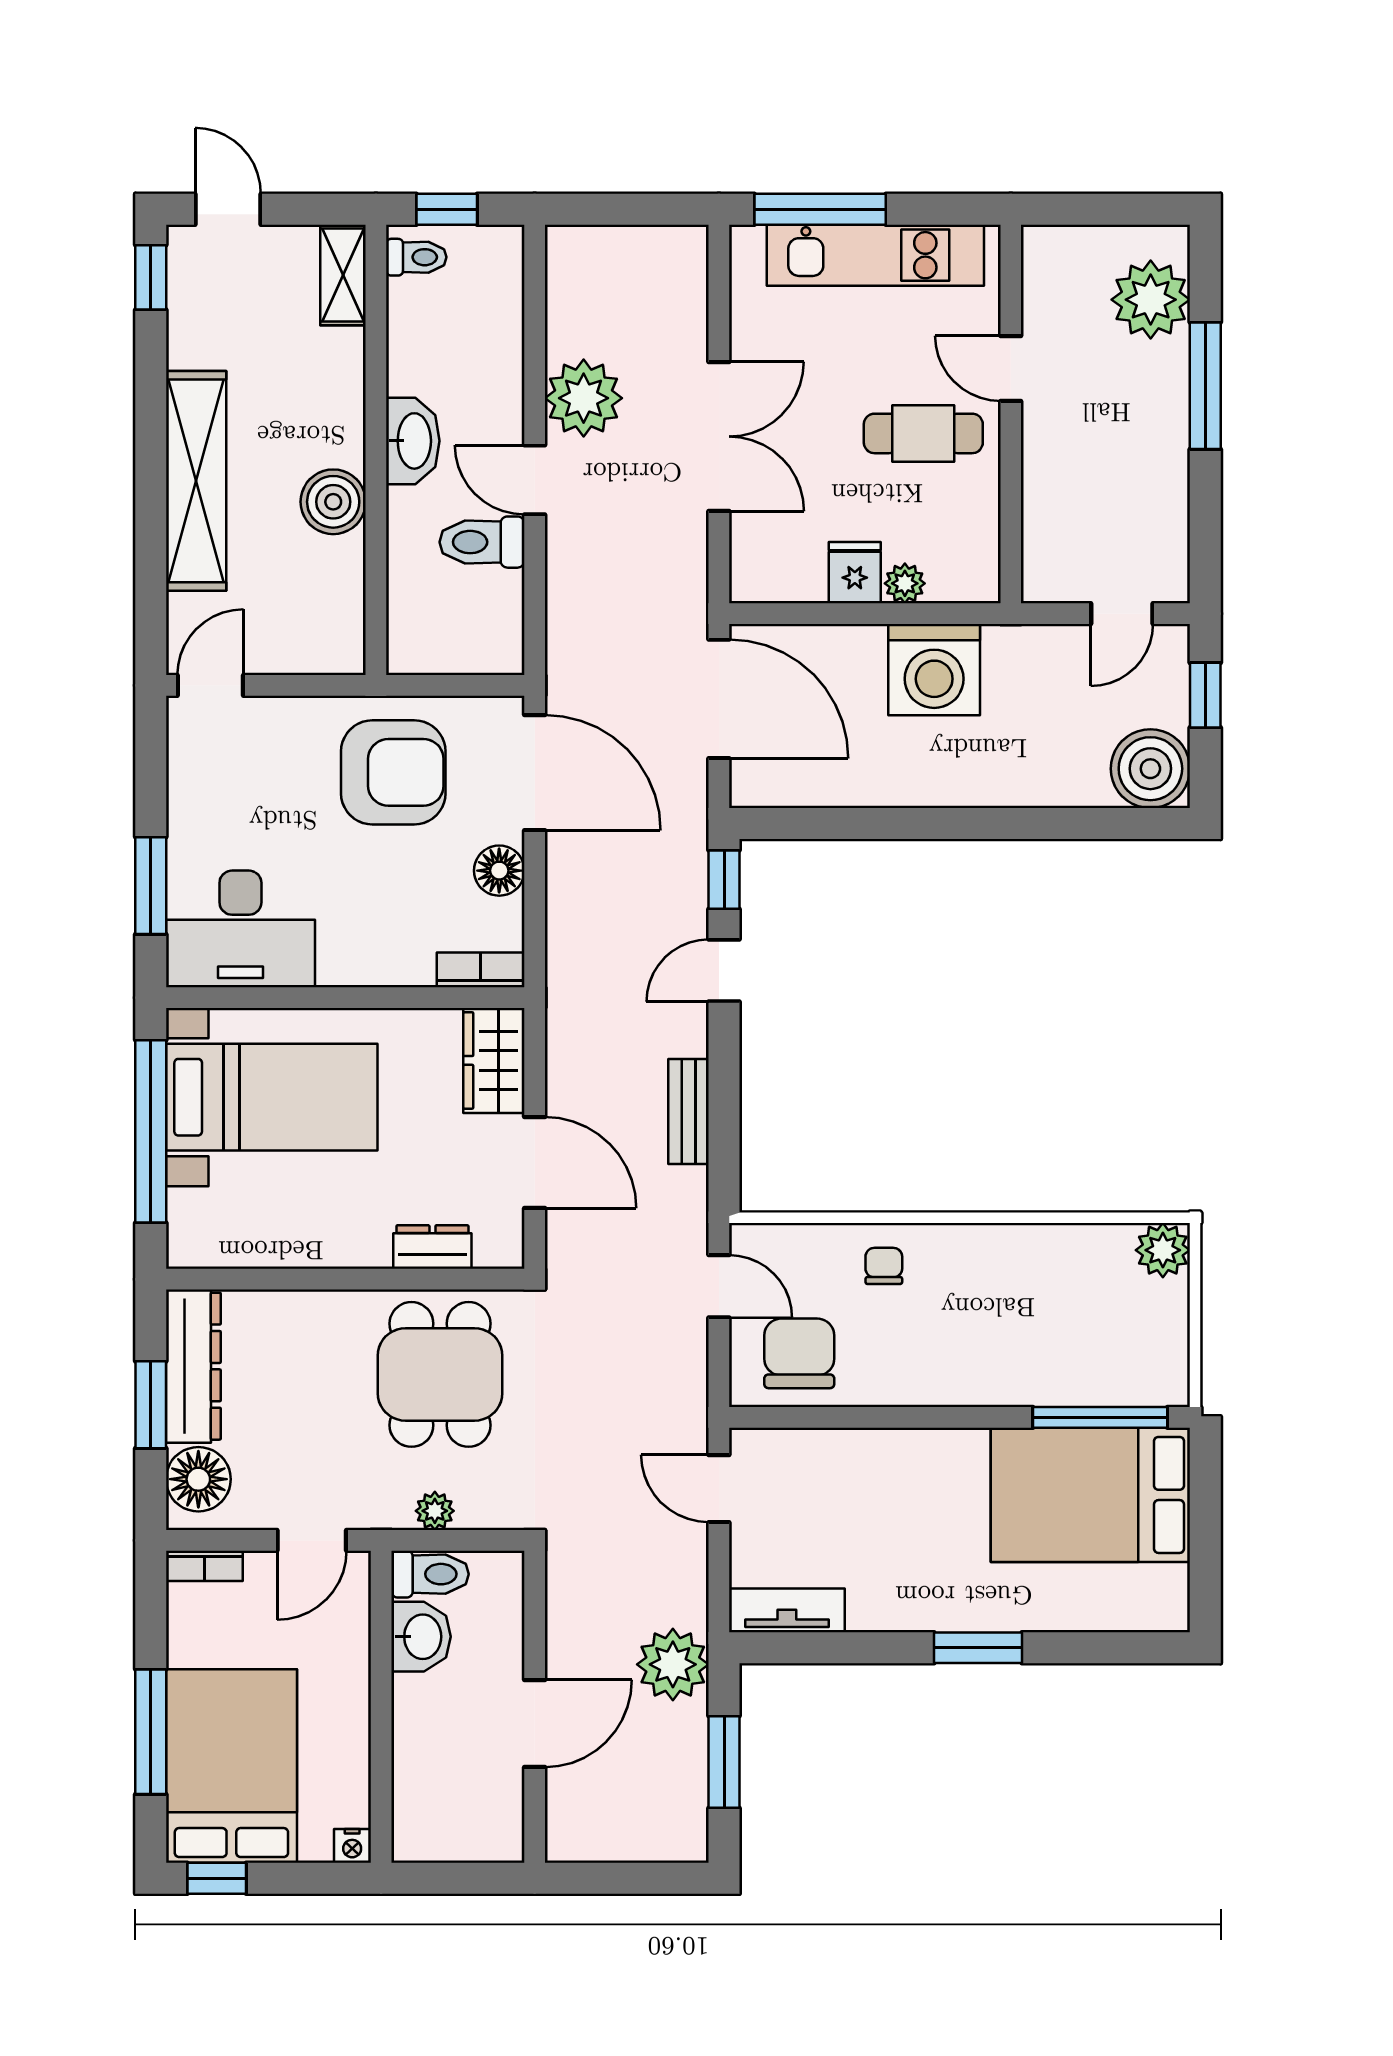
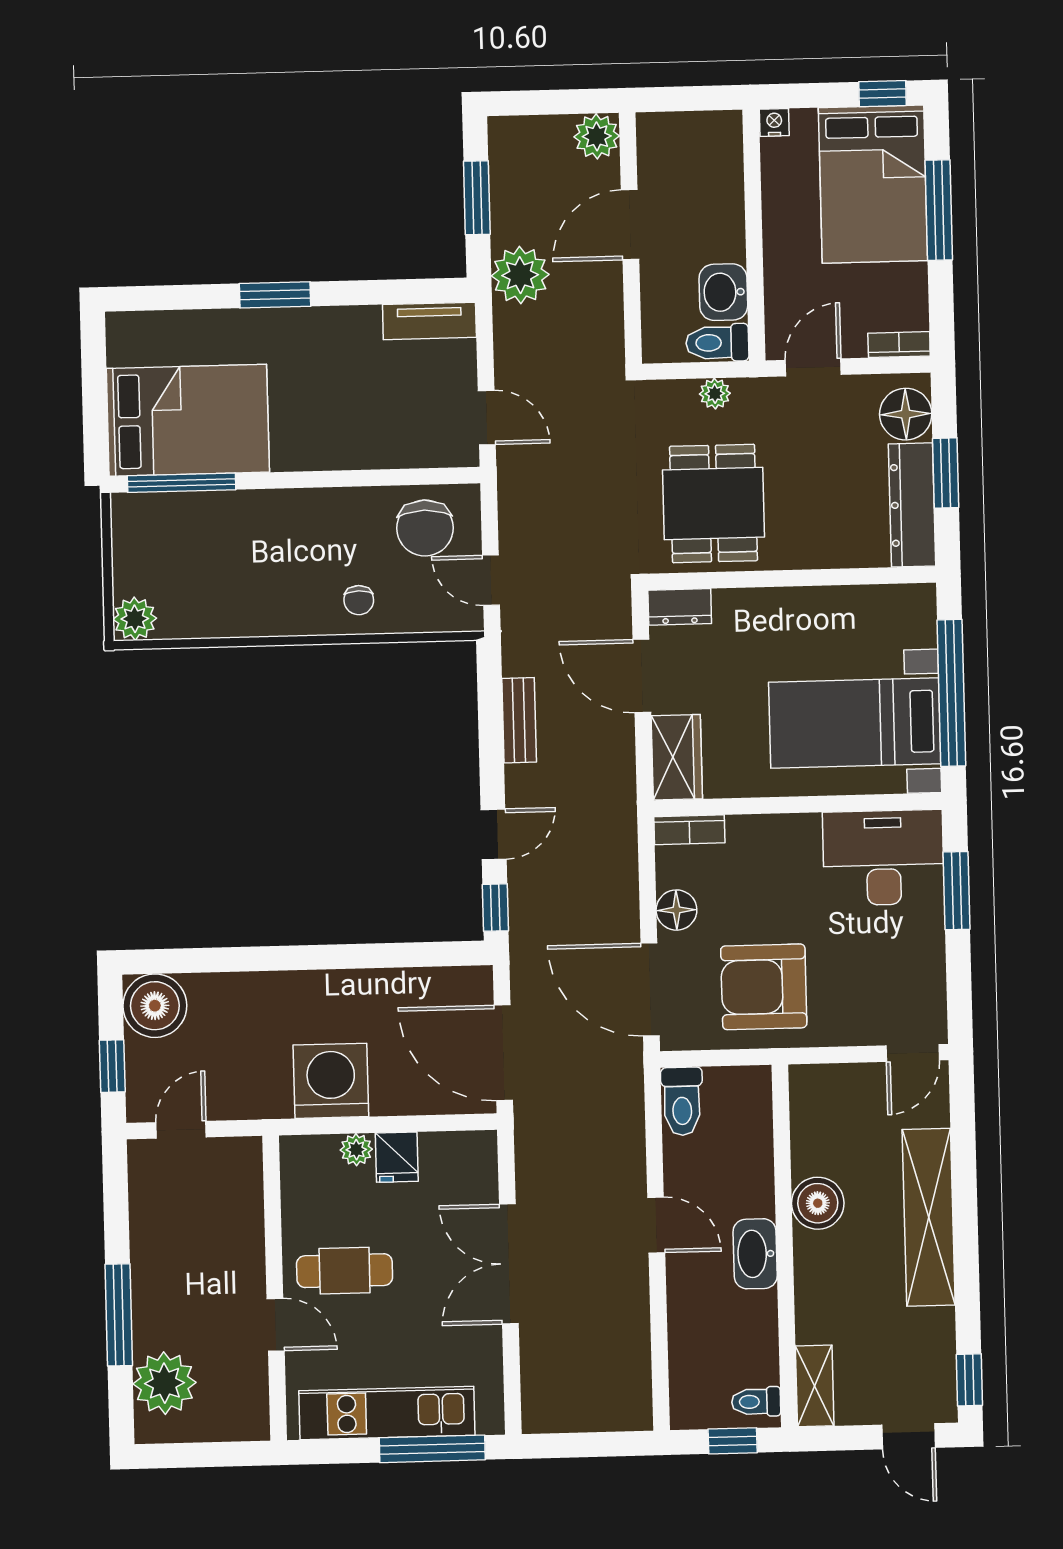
plant: (584, 398) -> (597, 136), moved, width x0.73, depth x0.73
toilet: (482, 542) -> (682, 1101), moved, turned 90
dresser: (432, 1247) -> (680, 607), moved

